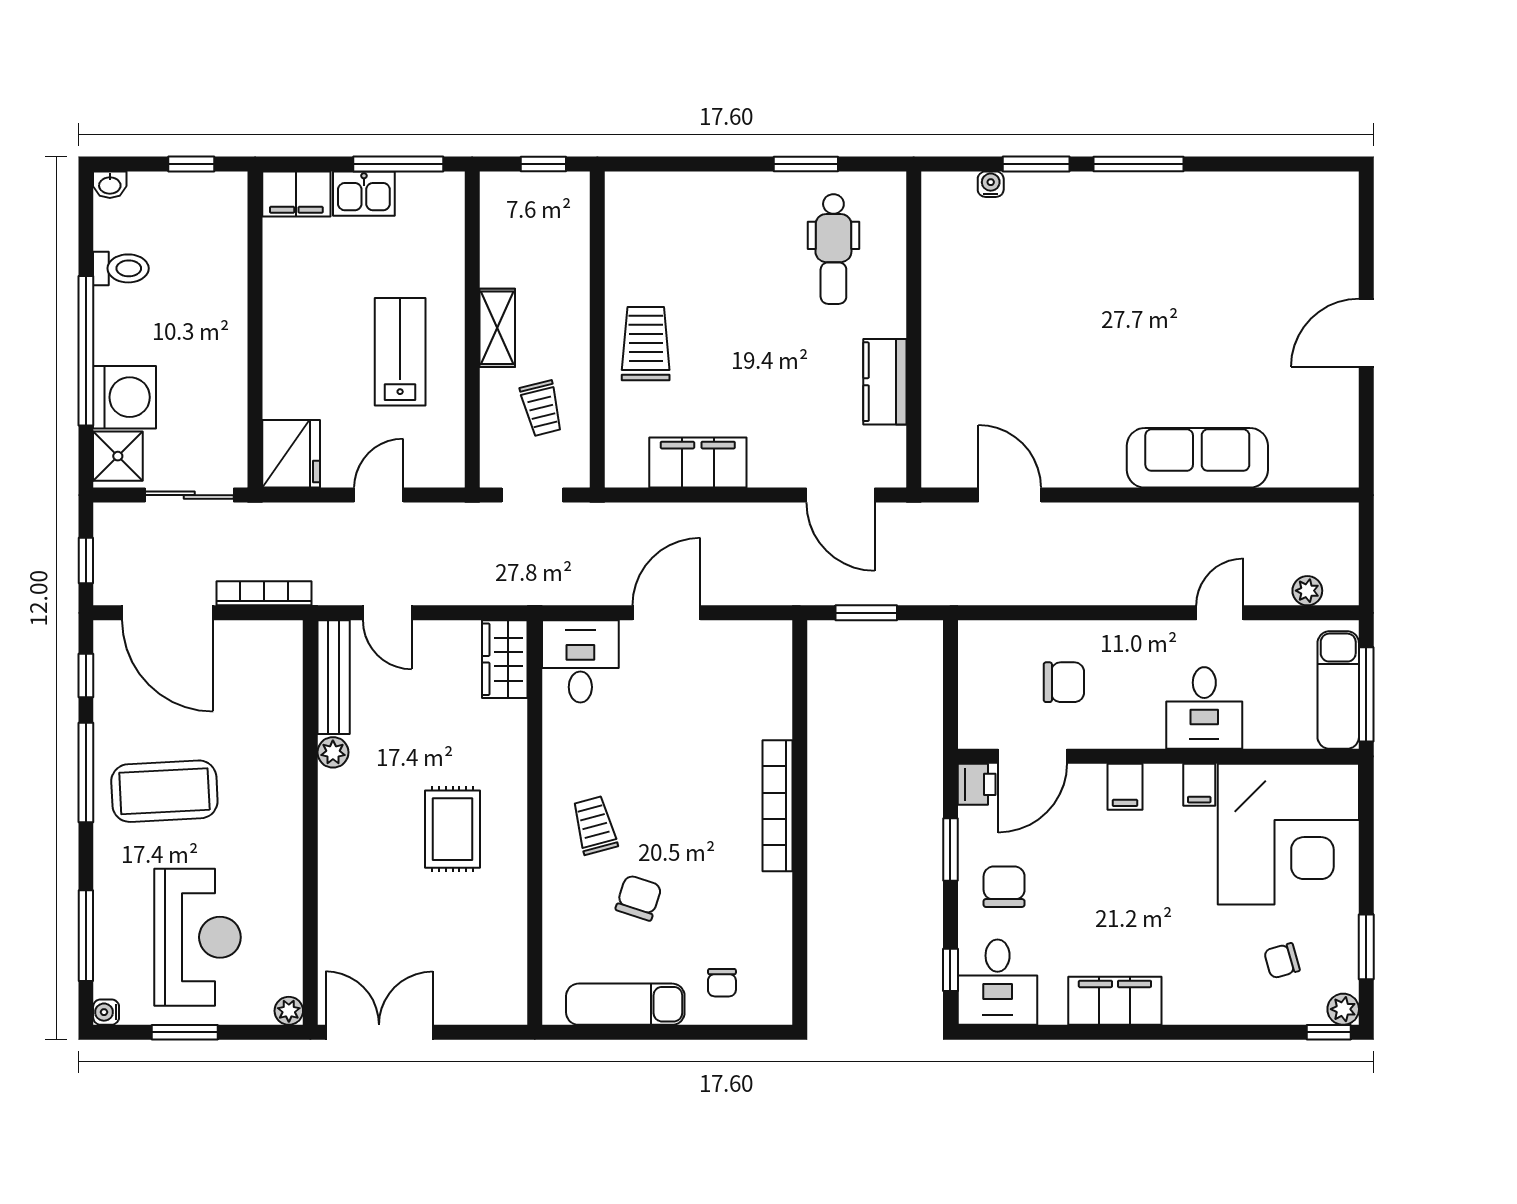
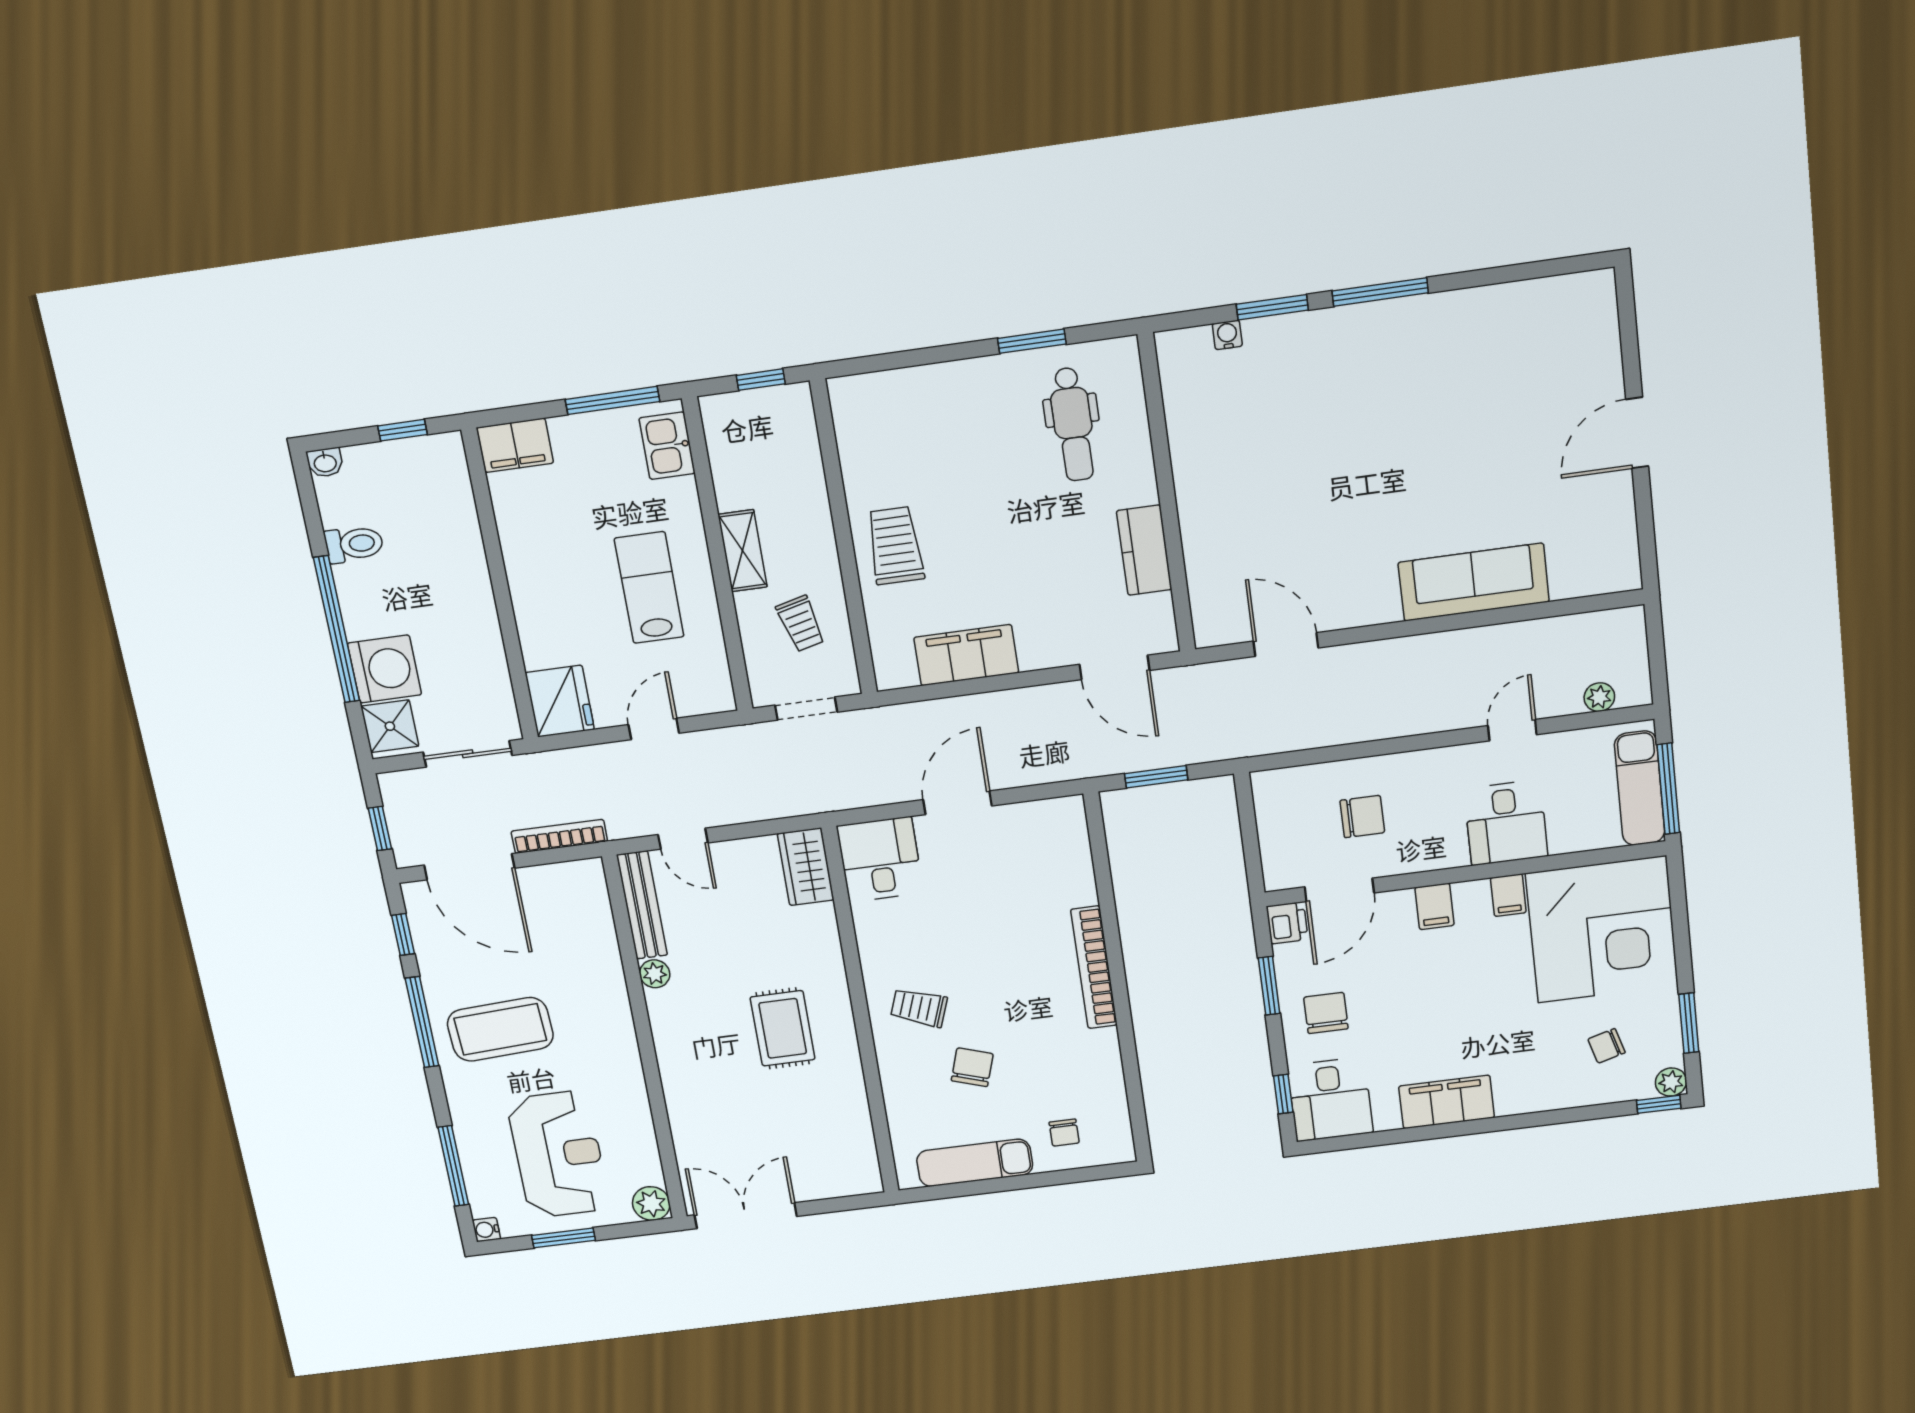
kitchen sink: (364, 194) -> (667, 446), moved, turned 90
trolley: (595, 825) -> (919, 1008), turned -55
plant: (289, 1011) -> (651, 1204), width x1.38, depth x1.38

